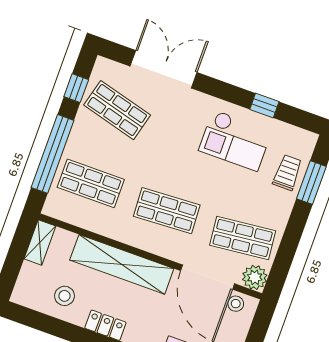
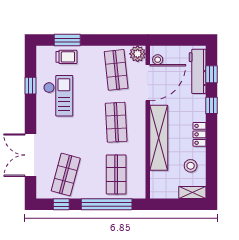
trolley: (287, 173) -> (66, 57), turned 180
shelving: (40, 242) -> (192, 193), moved

